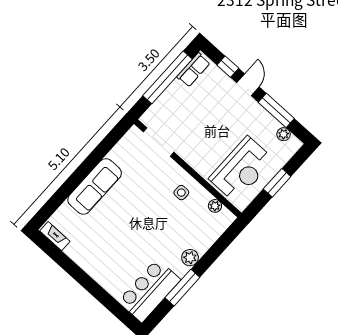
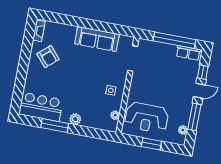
sofa: (95, 186) -> (97, 39), moved
armchair: (93, 244) -> (48, 57), added

